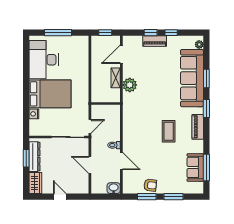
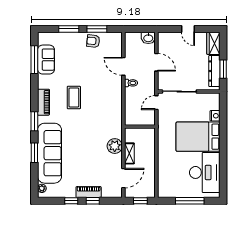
washbasin: (114, 188) -> (148, 38), moved

